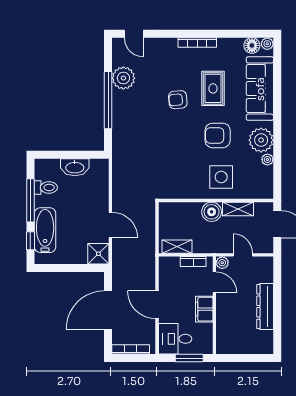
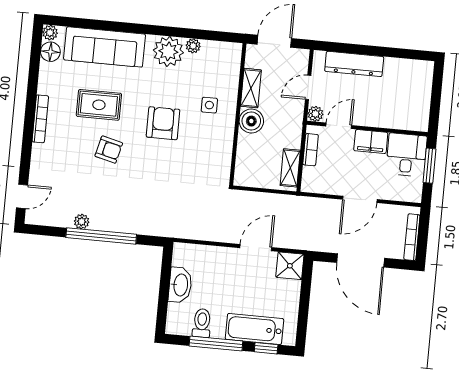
plant: (123, 78) -> (82, 222), width x0.53, depth x0.53
armchair: (178, 100) -> (109, 150), turned -71
armchair: (218, 135) -> (163, 123), moved, turned 180
side table: (221, 177) -> (209, 105), width x0.54, depth x0.54
dresser: (265, 307) -> (354, 64), moved
desk: (175, 339) -> (406, 155), moved, turned 180

